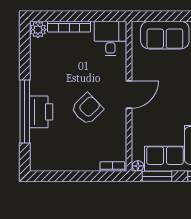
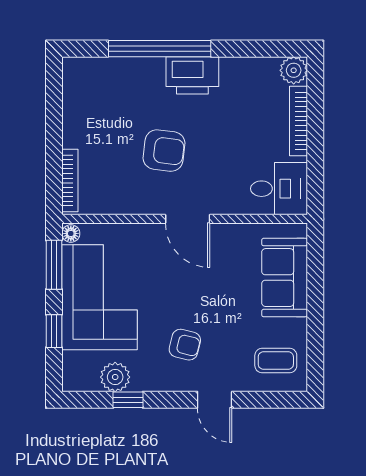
armchair: (87, 109) -> (164, 151), turned -39
printer: (41, 112) -> (192, 75), moved
bookcase: (112, 167) -> (70, 180), width x1.56

